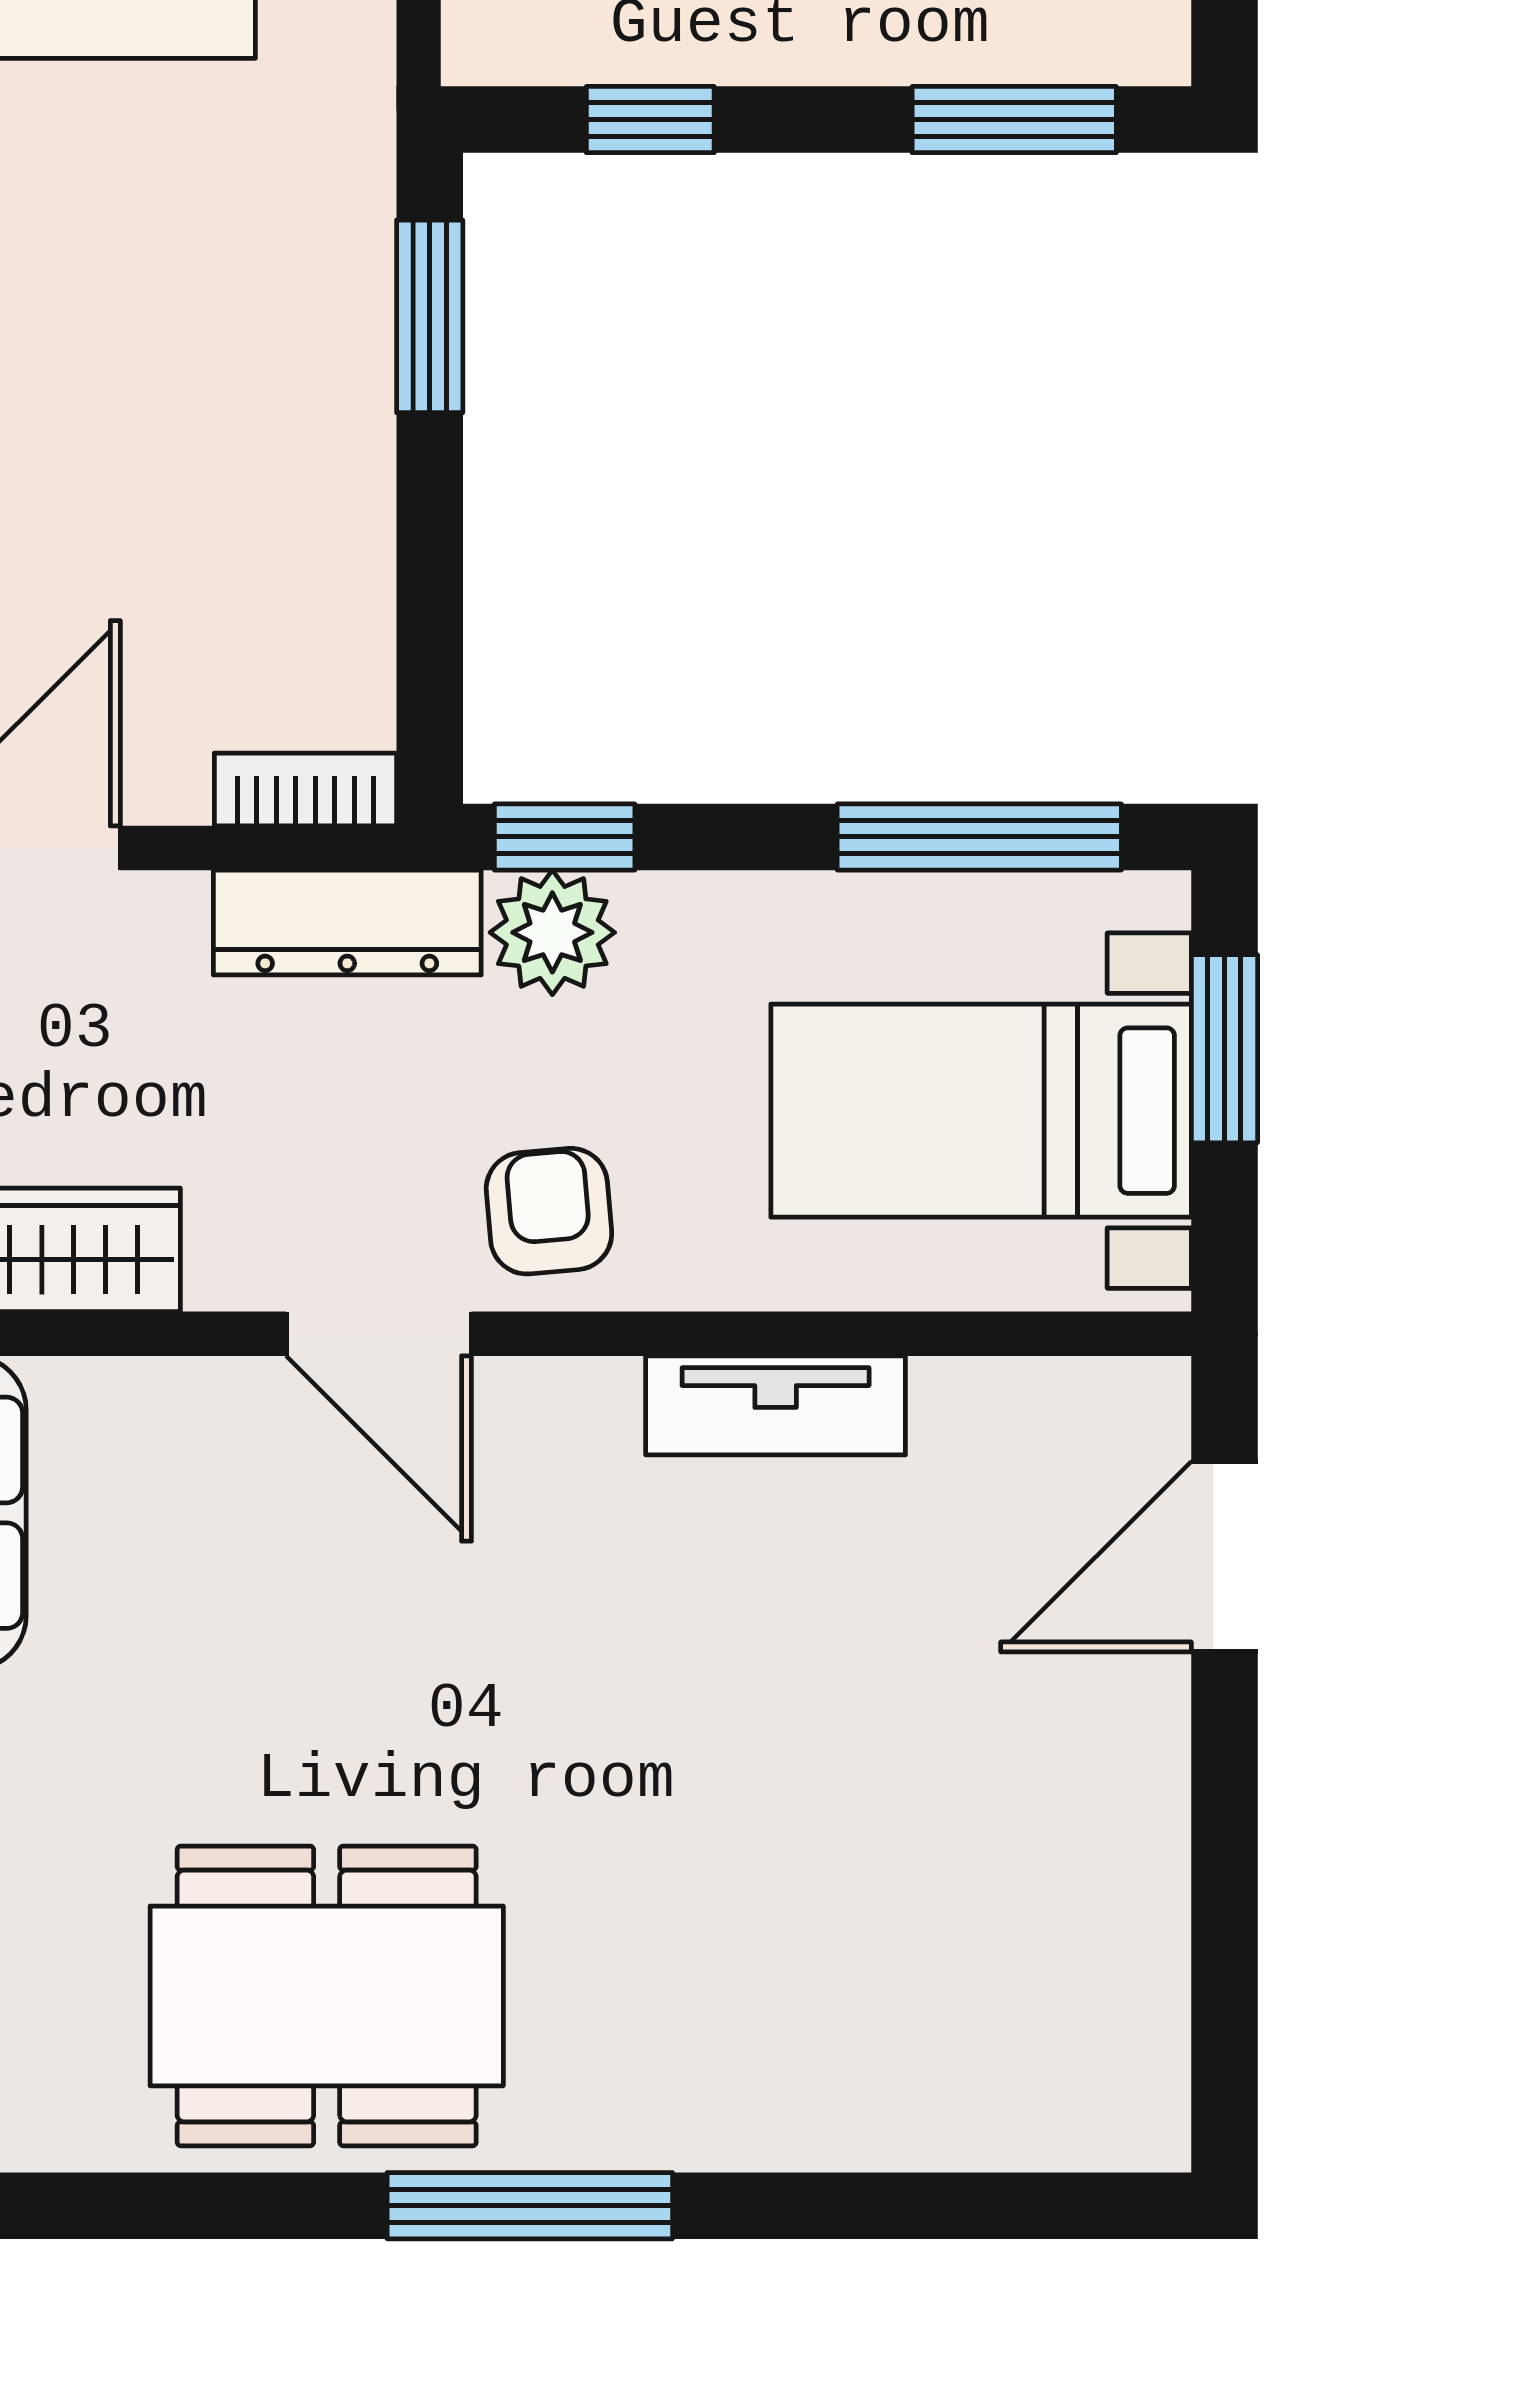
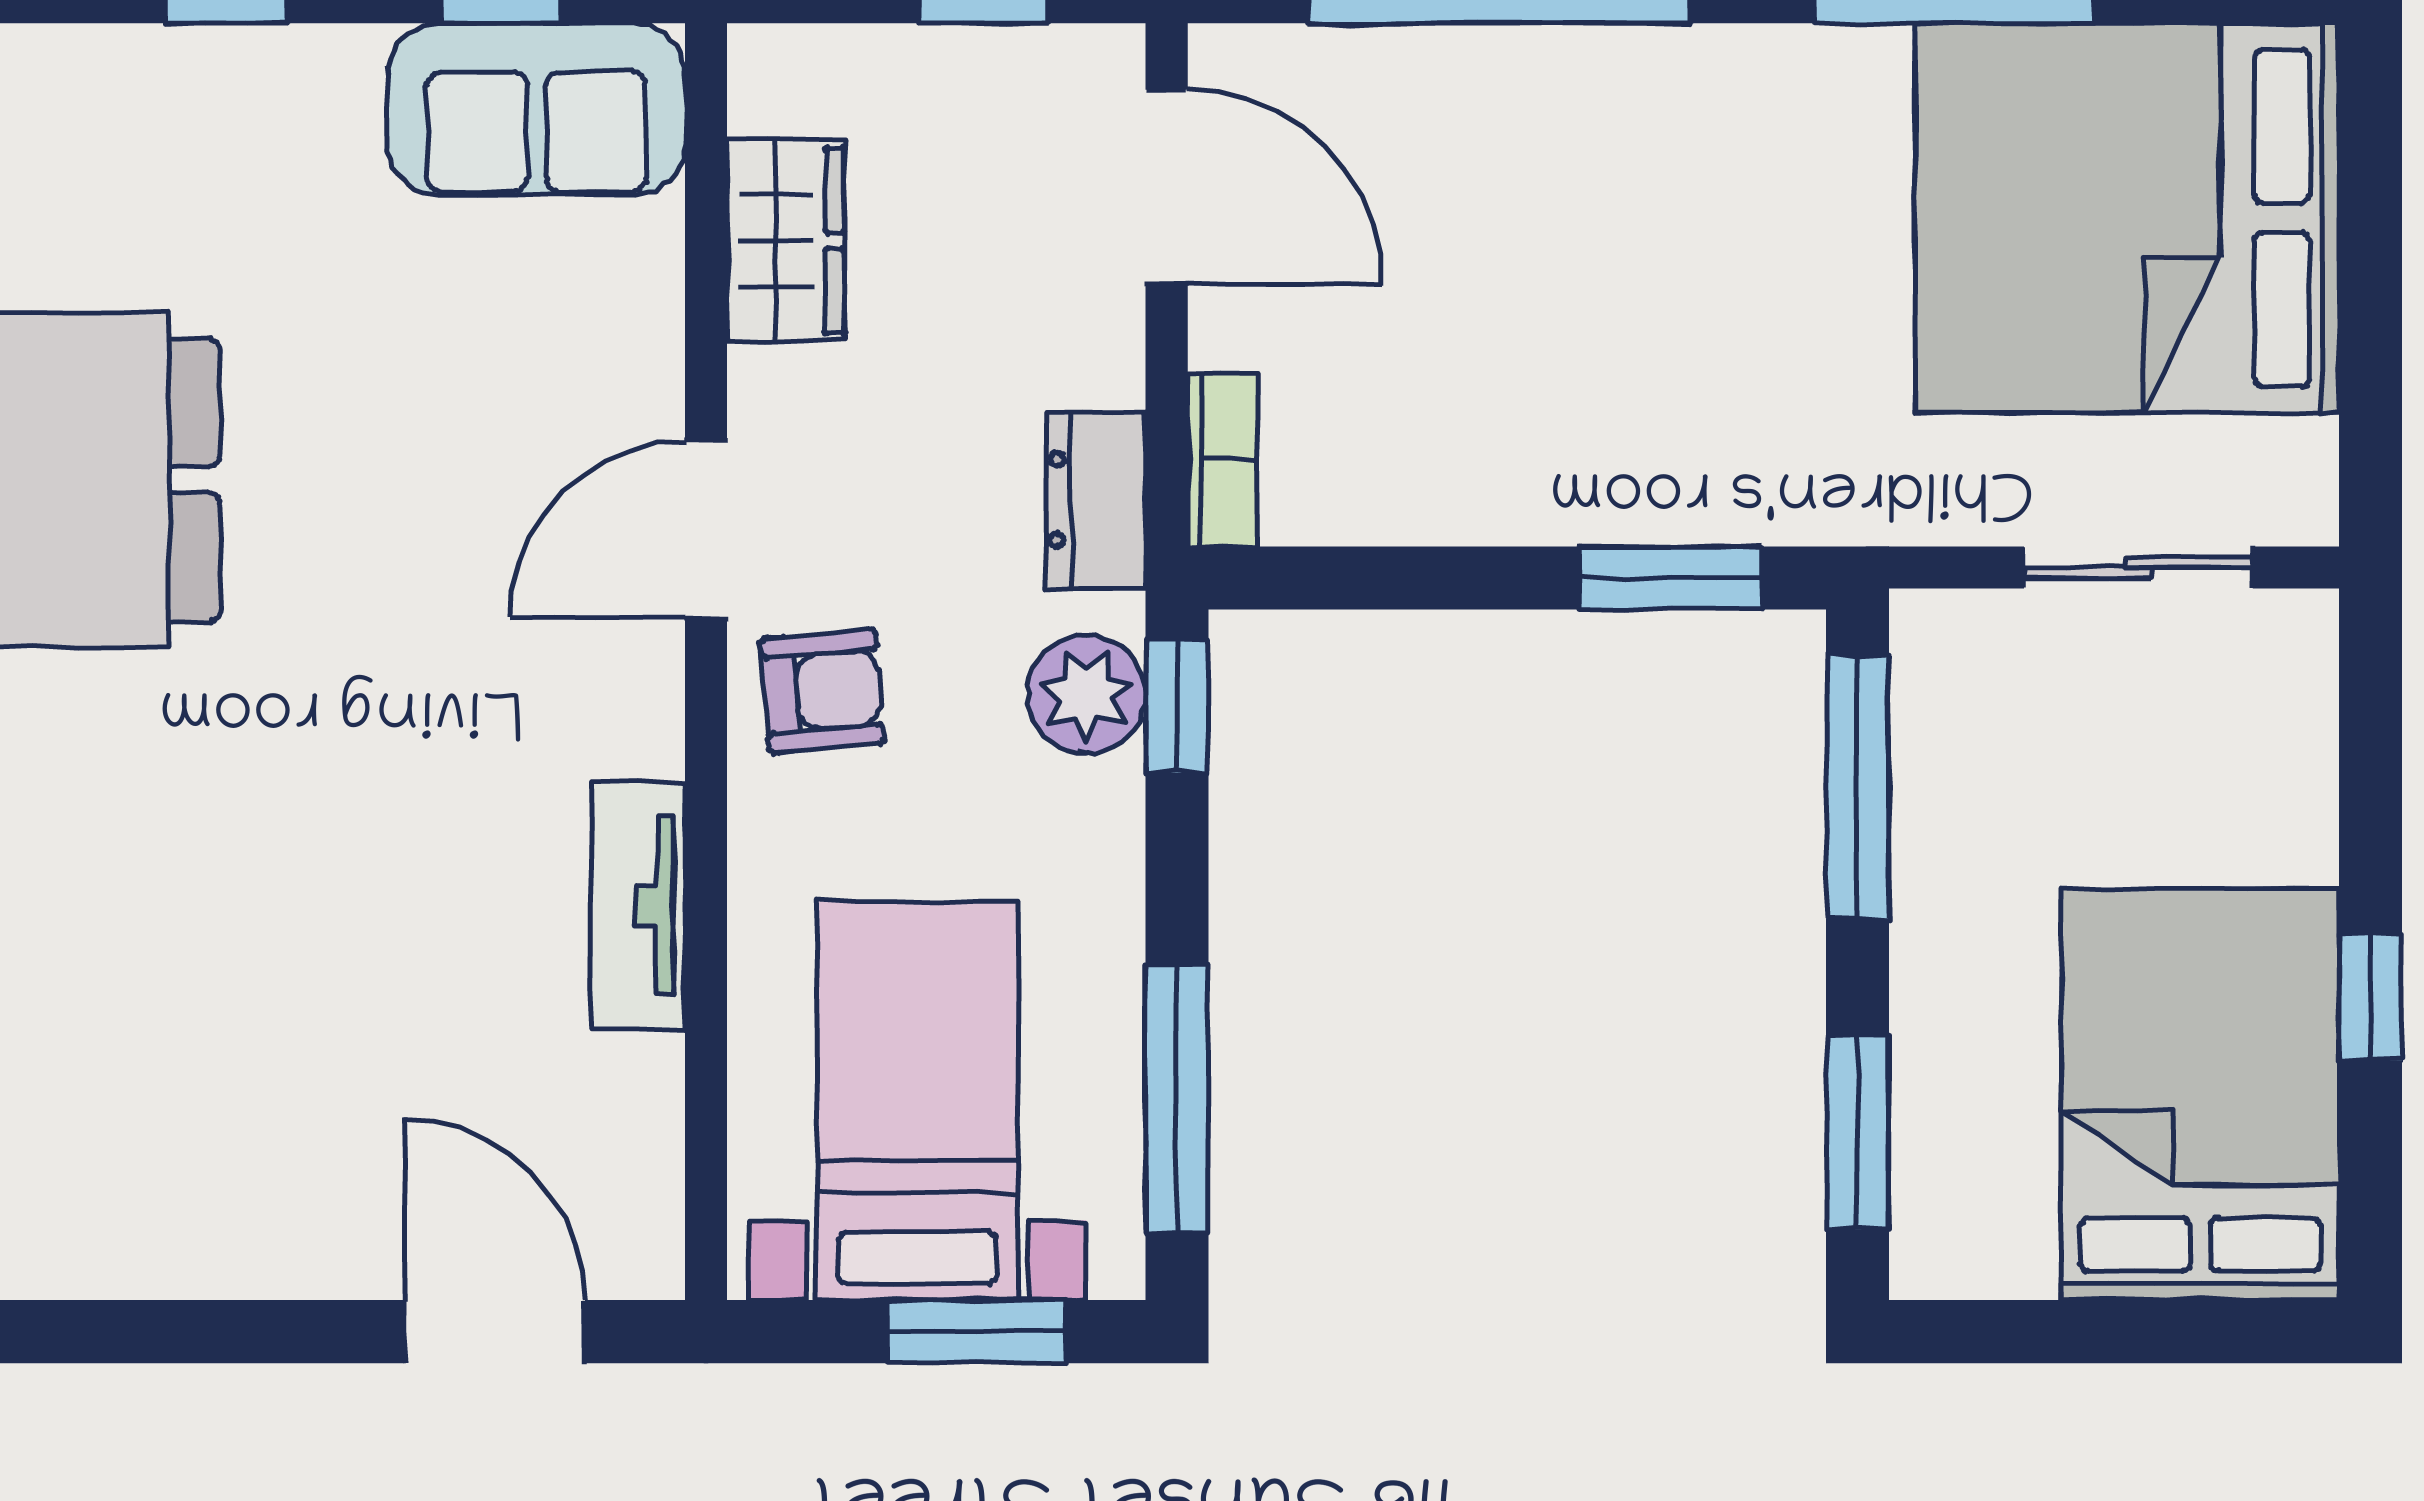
window: (650, 120) -> (1857, 787), width x2.17
dresser: (347, 923) -> (1096, 500), width x0.70

